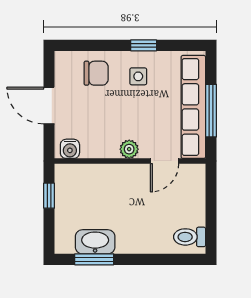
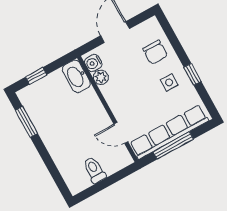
plant: (129, 149) -> (101, 77), moved
window: (49, 196) -> (36, 76), moved
toilet: (190, 237) -> (94, 170), moved
washbasin: (95, 242) -> (76, 76), moved, turned 180

